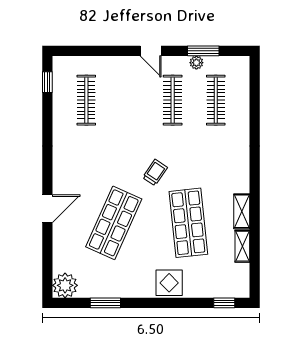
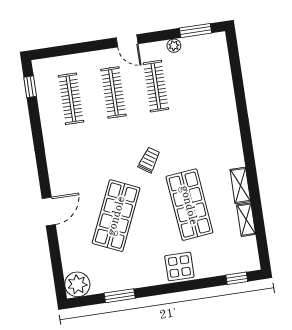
window: (203, 51) -> (196, 31), moved
clothes rail: (216, 100) -> (113, 92), moved

